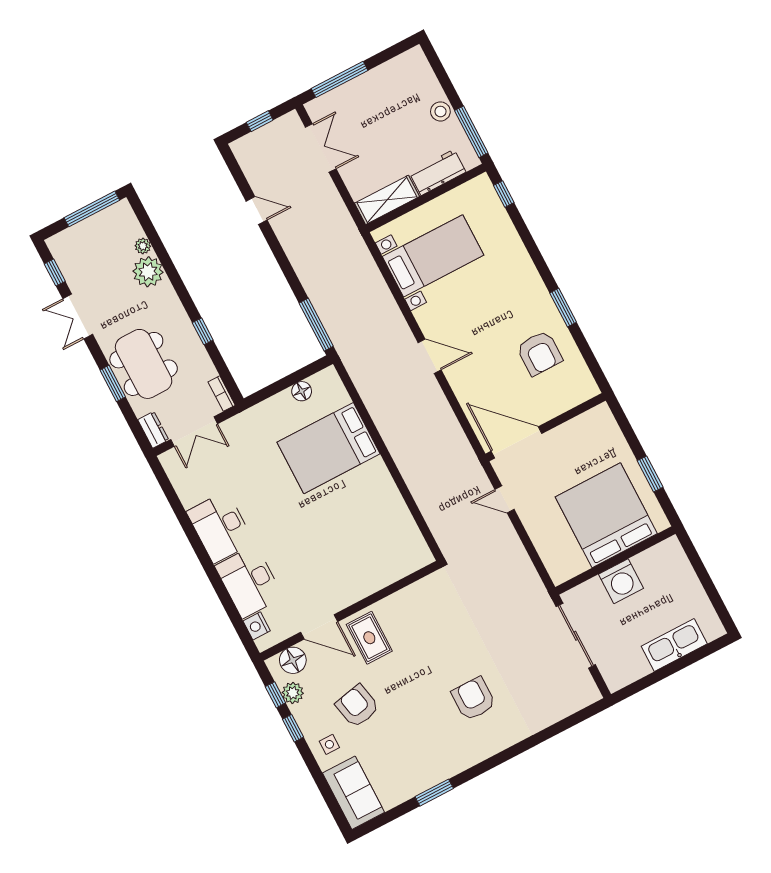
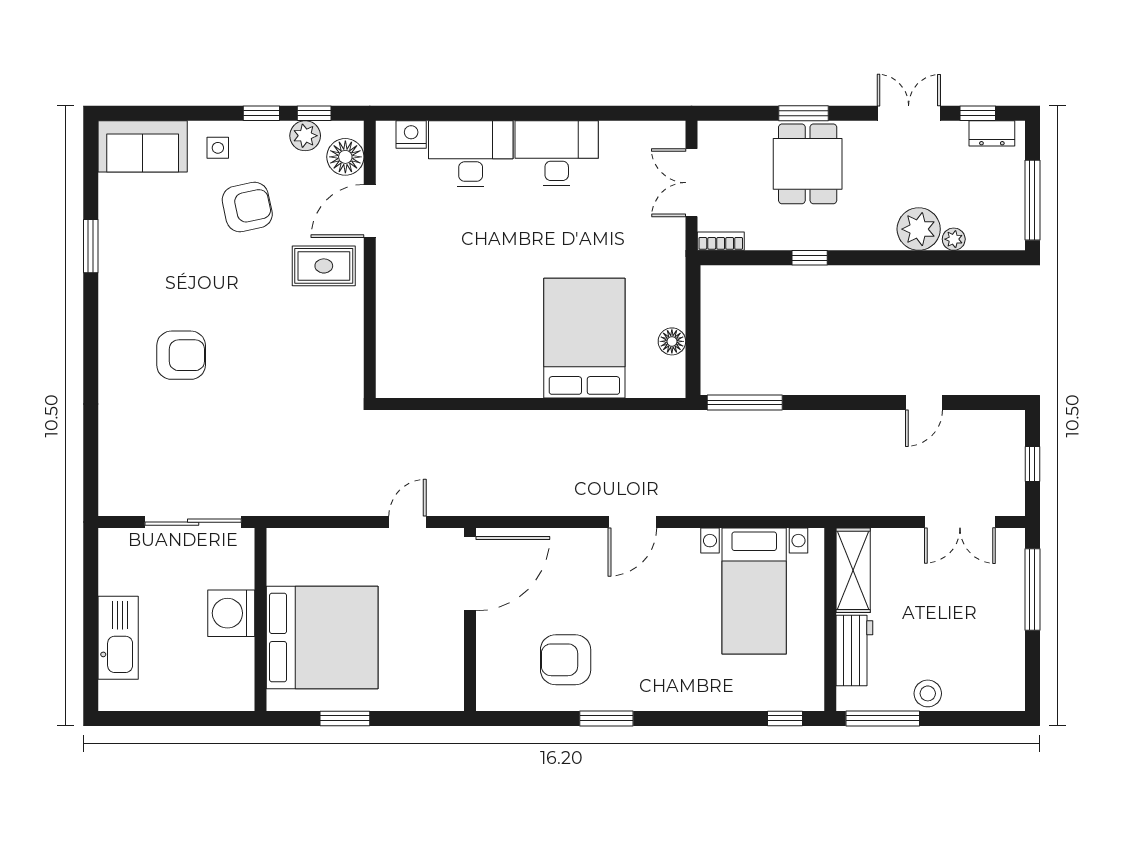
dining table: (144, 364) -> (808, 164), width x0.73
dresser: (153, 430) -> (992, 133), moved

